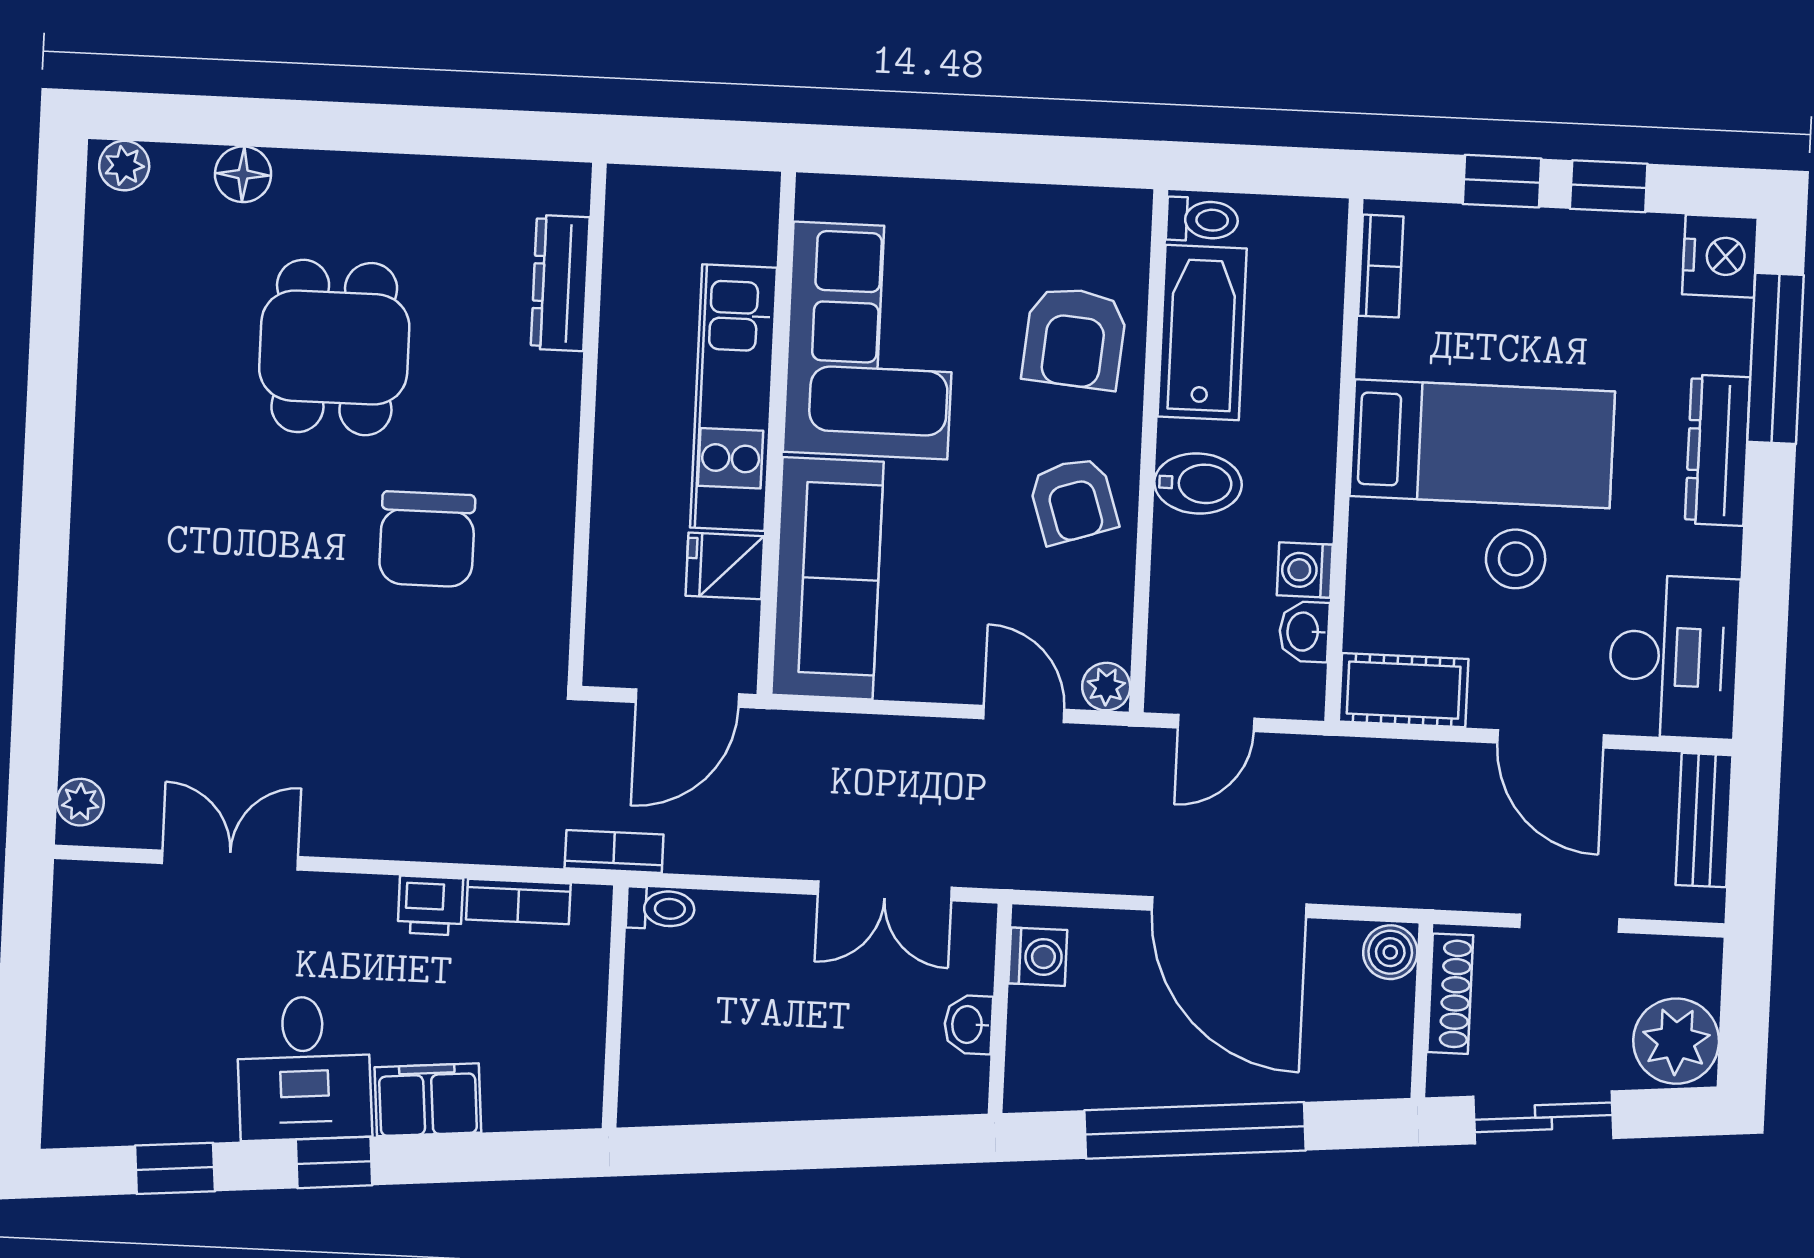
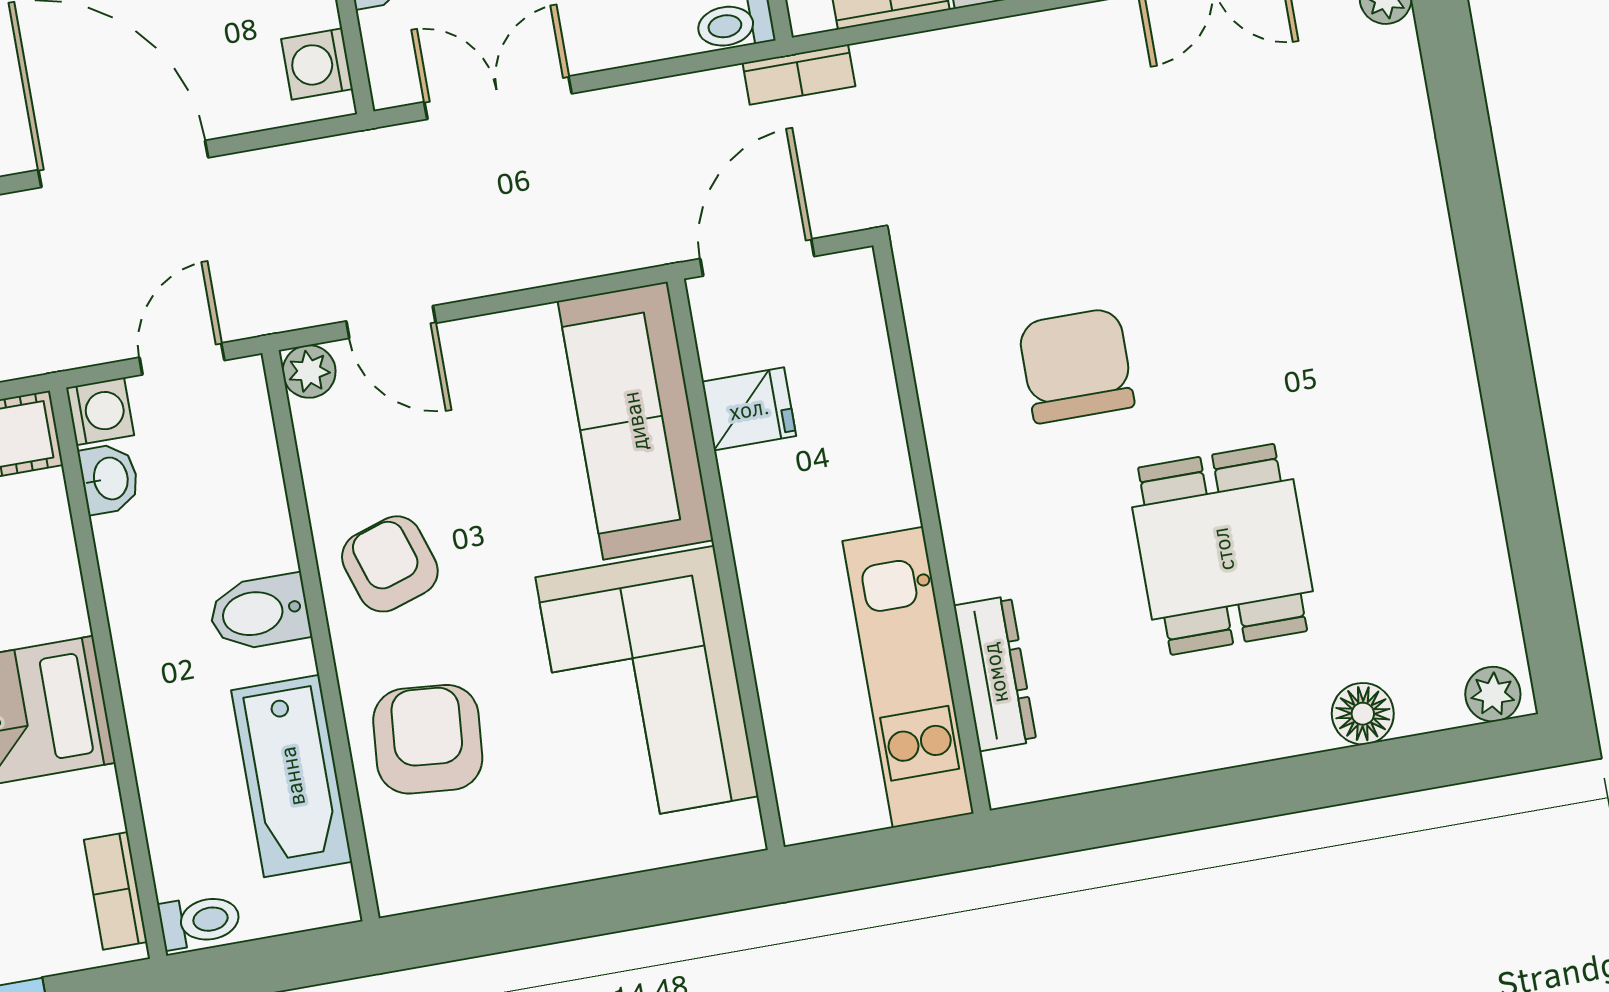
toilet: (1202, 220) -> (200, 921), moved, turned 180
kitchen unit: (733, 398) -> (908, 677), moved, turned 180
washing machine: (1305, 570) -> (100, 411), moved

